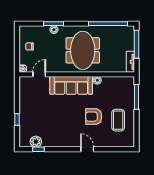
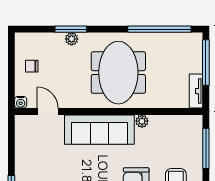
door: (39, 74) -> (48, 112), hinge flipped

